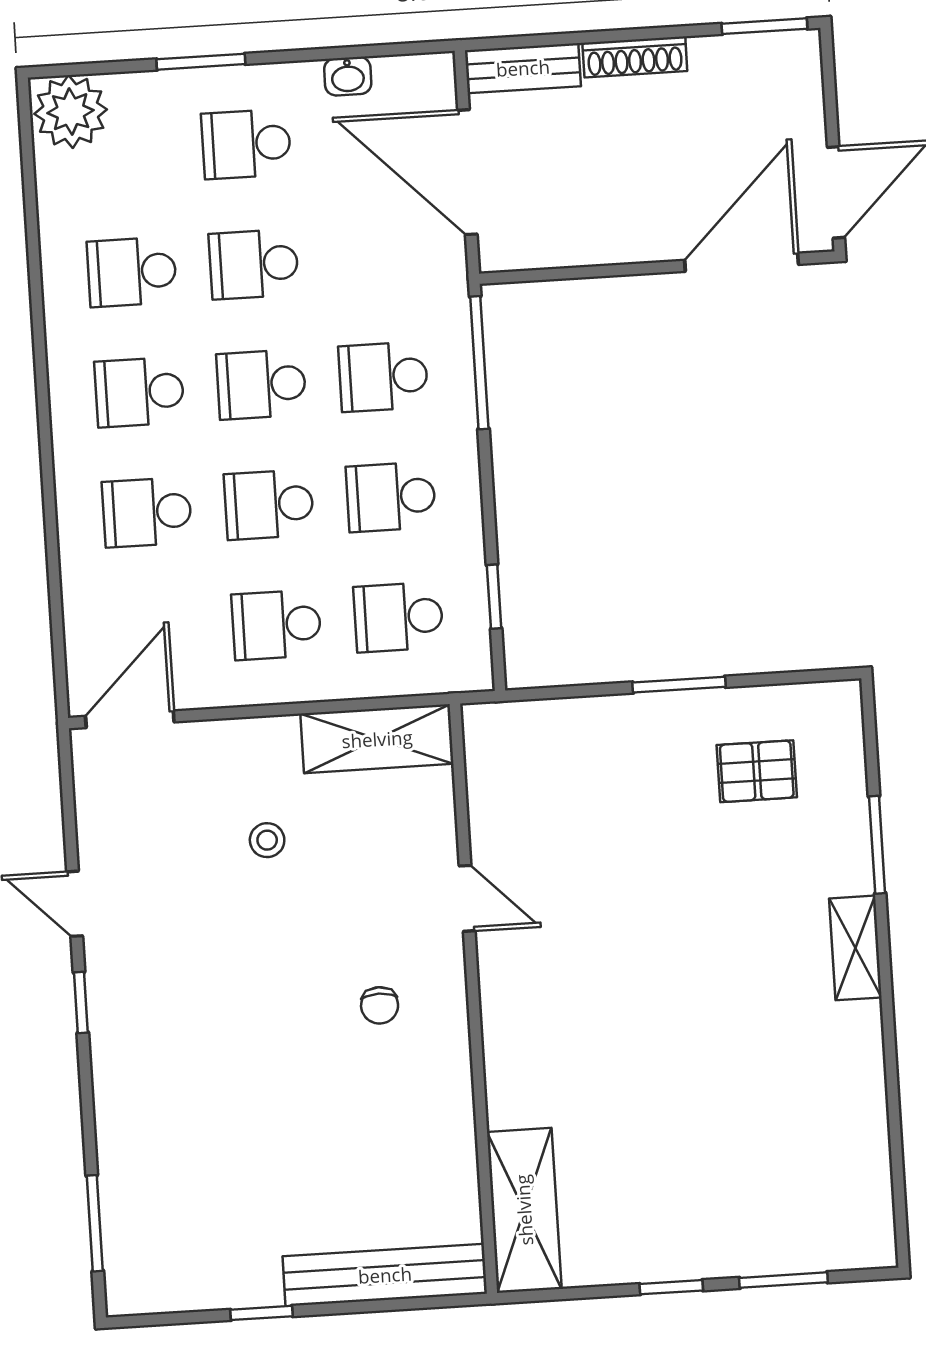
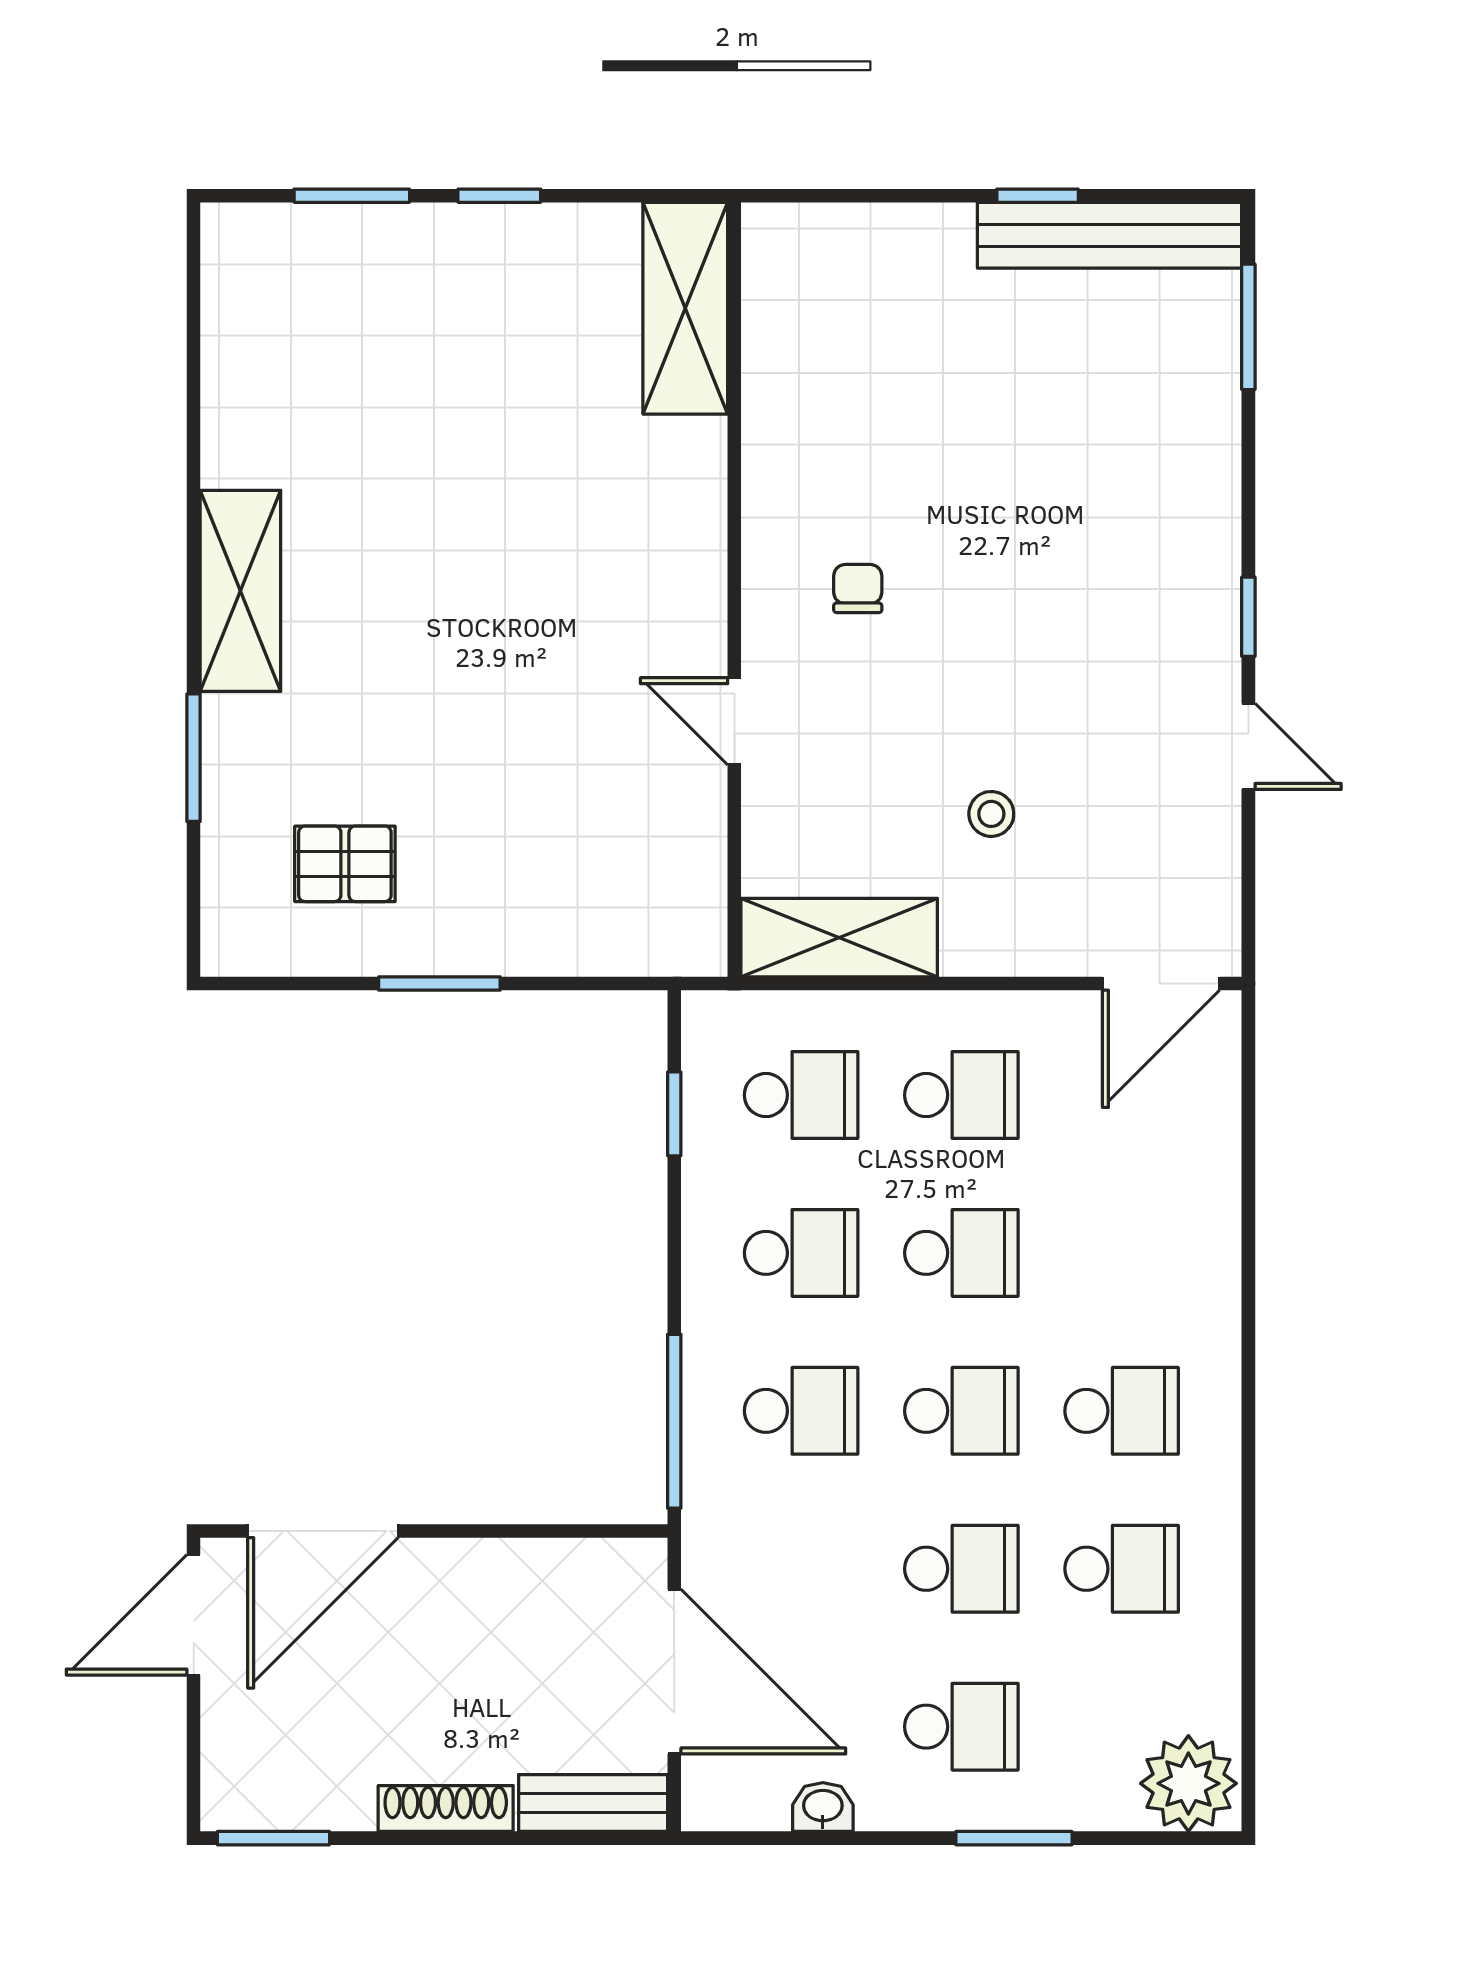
school desk: (147, 512) -> (1122, 1253), removed
shelving: (855, 948) -> (240, 591), width x1.50, depth x1.33
bench: (385, 1275) -> (1110, 235), moved

